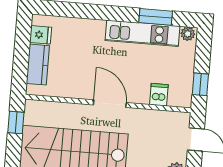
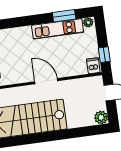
dishwasher: (159, 95) -> (93, 66), moved

